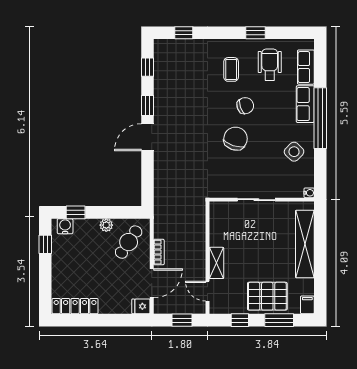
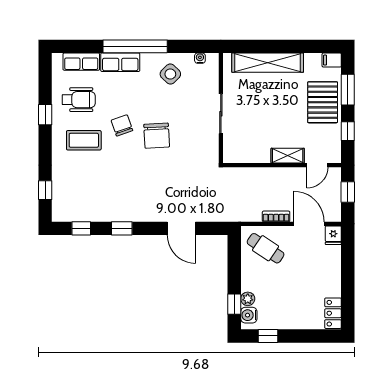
wheelchair: (270, 65) -> (79, 100), turned 180
coffee table: (231, 69) -> (84, 140), width x1.36, depth x1.30
door: (147, 137) -> (181, 228), moved
chair: (236, 139) -> (157, 136), turned -111
water cooler: (309, 193) -> (200, 58), moved
plant: (106, 225) -> (248, 299), moved
locker: (75, 306) -> (333, 313), width x0.66

